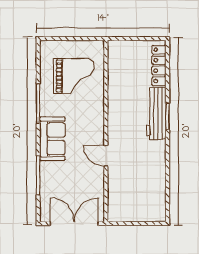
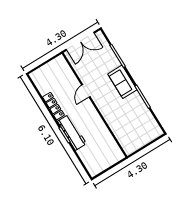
locker: (159, 65) -> (54, 106), moved
grand piano: (74, 76) -> (132, 125), removed
door: (106, 156) -> (86, 91), swing flipped

